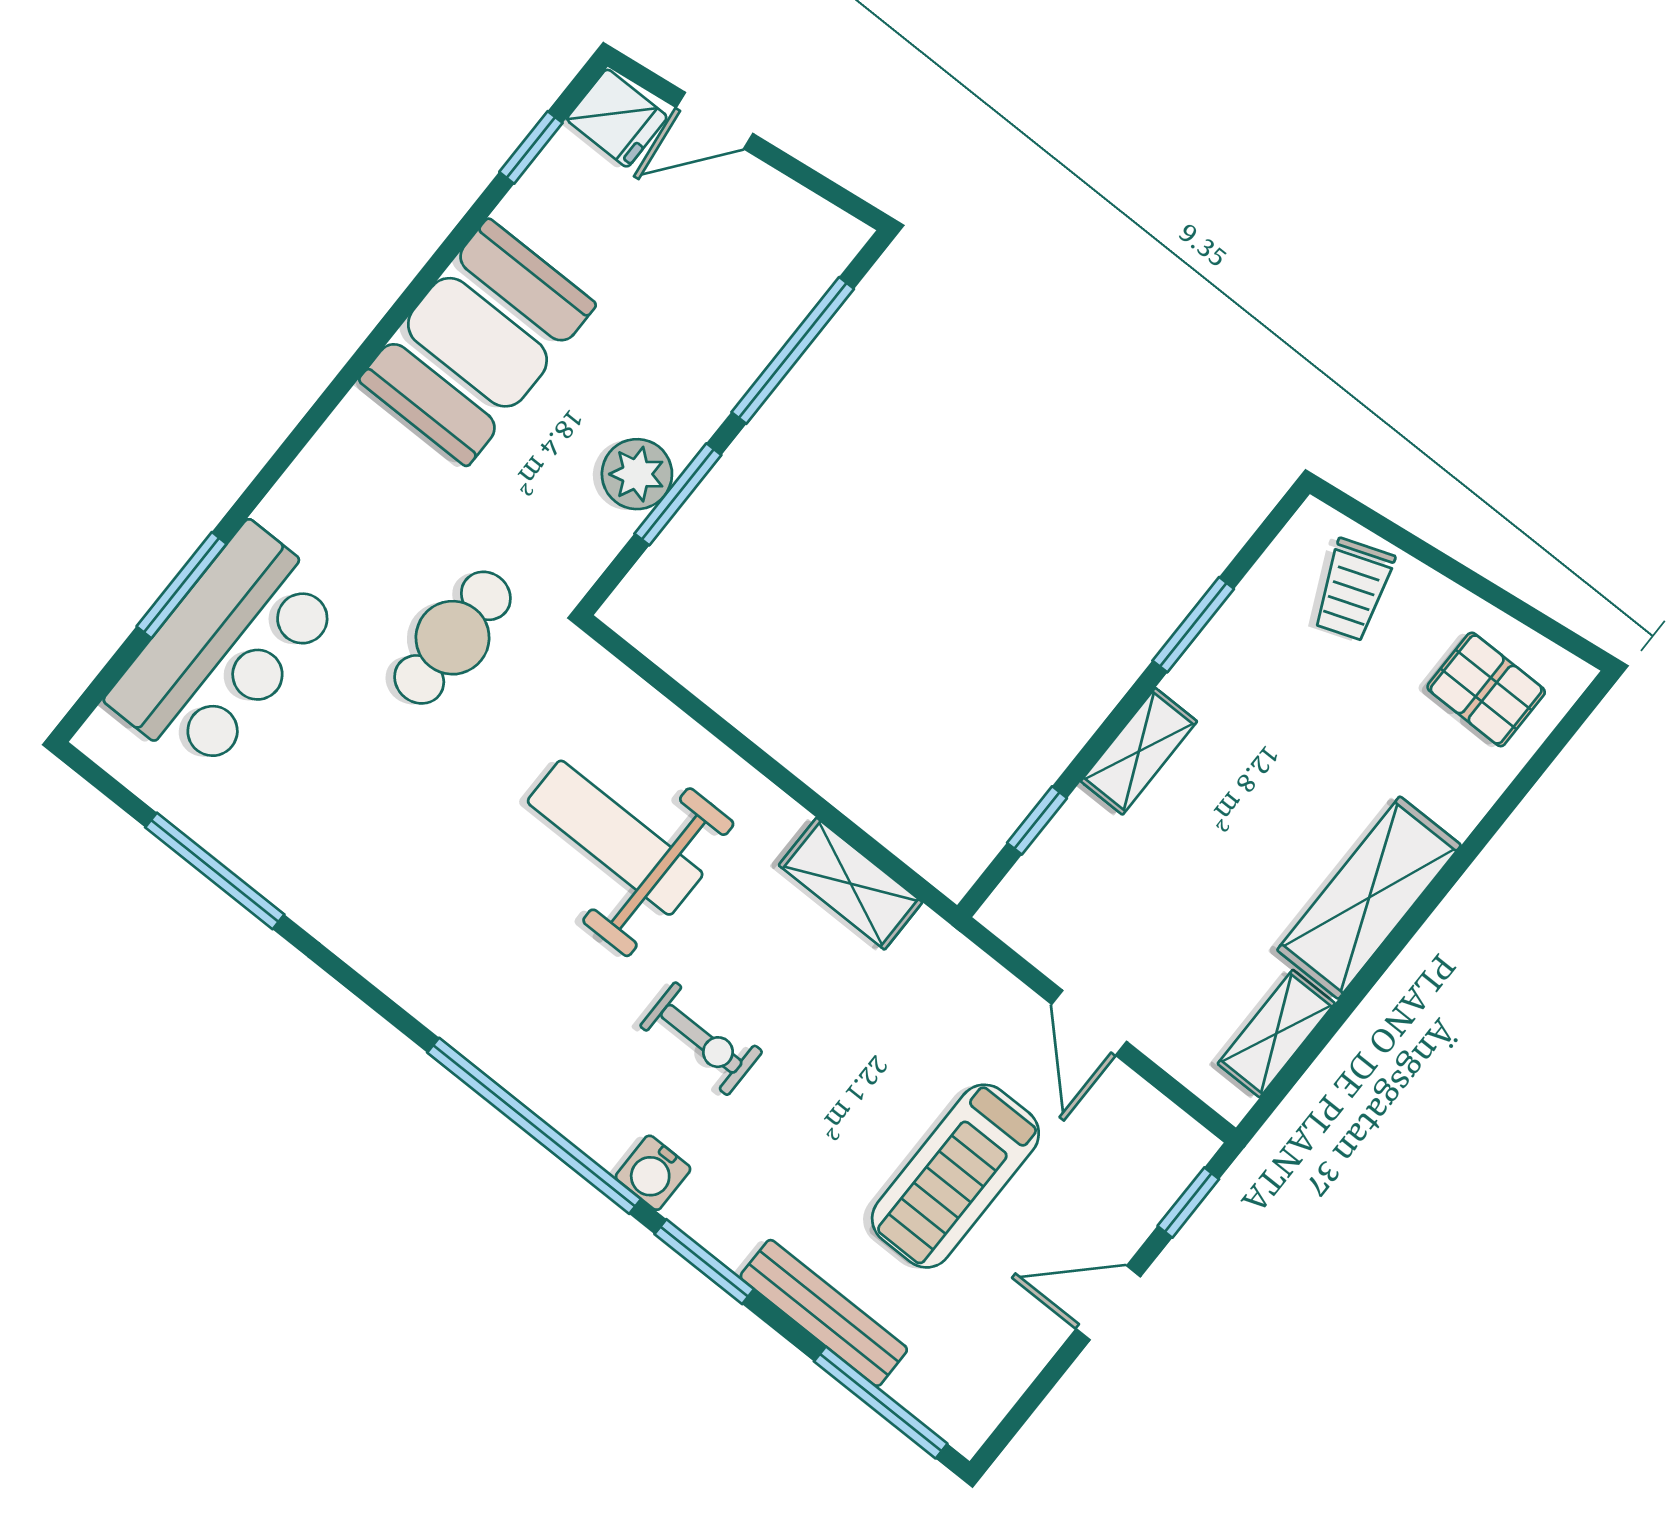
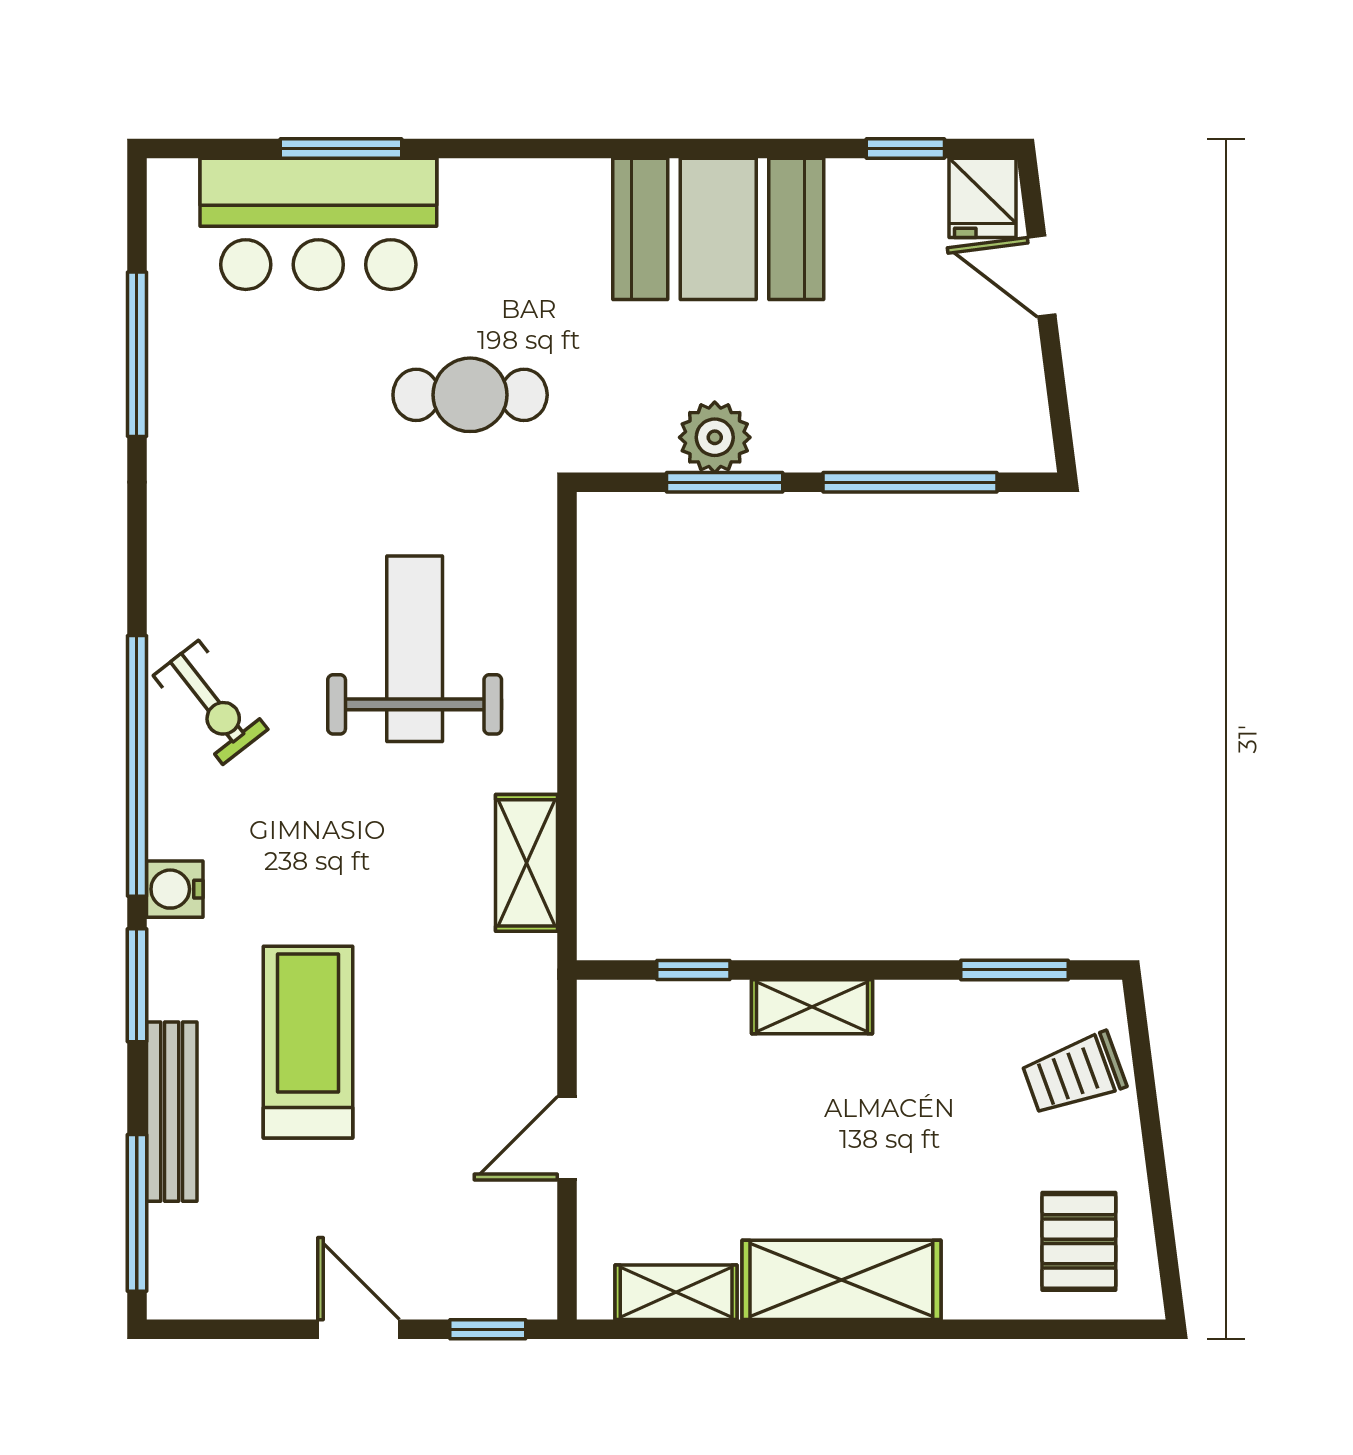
window: (1193, 625) -> (1015, 970), moved
exercise bike: (701, 1039) -> (211, 702), moved, turned -38
treadmill: (955, 1176) -> (308, 1042), moved, turned 90

